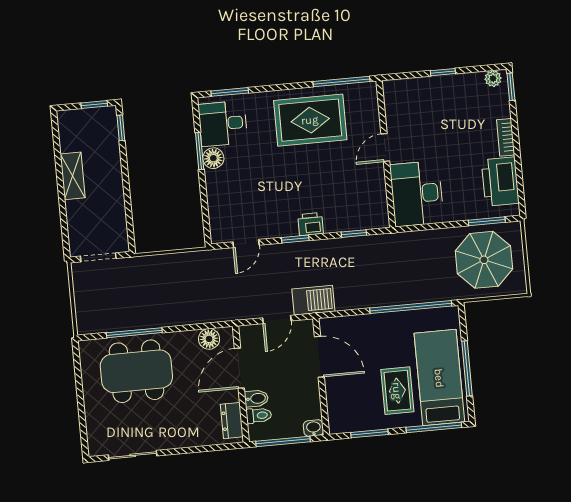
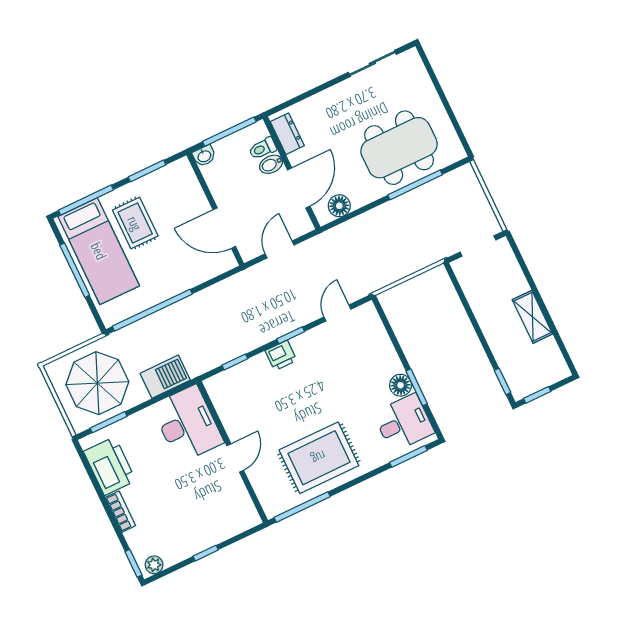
barbecue: (313, 300) -> (165, 377), moved, turned 180

